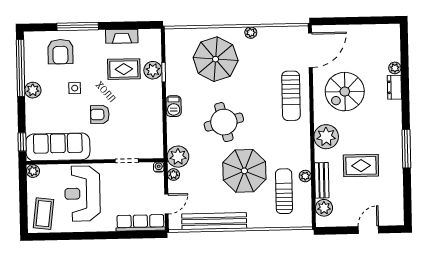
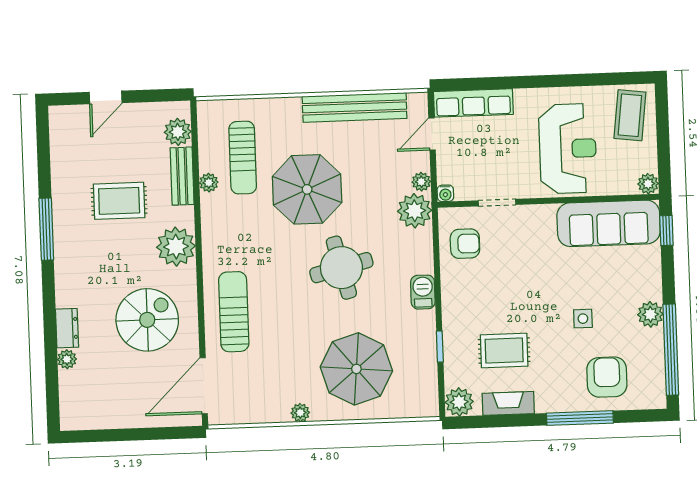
plant: (153, 70) -> (459, 402), moved
armchair: (100, 114) -> (465, 244), moved

